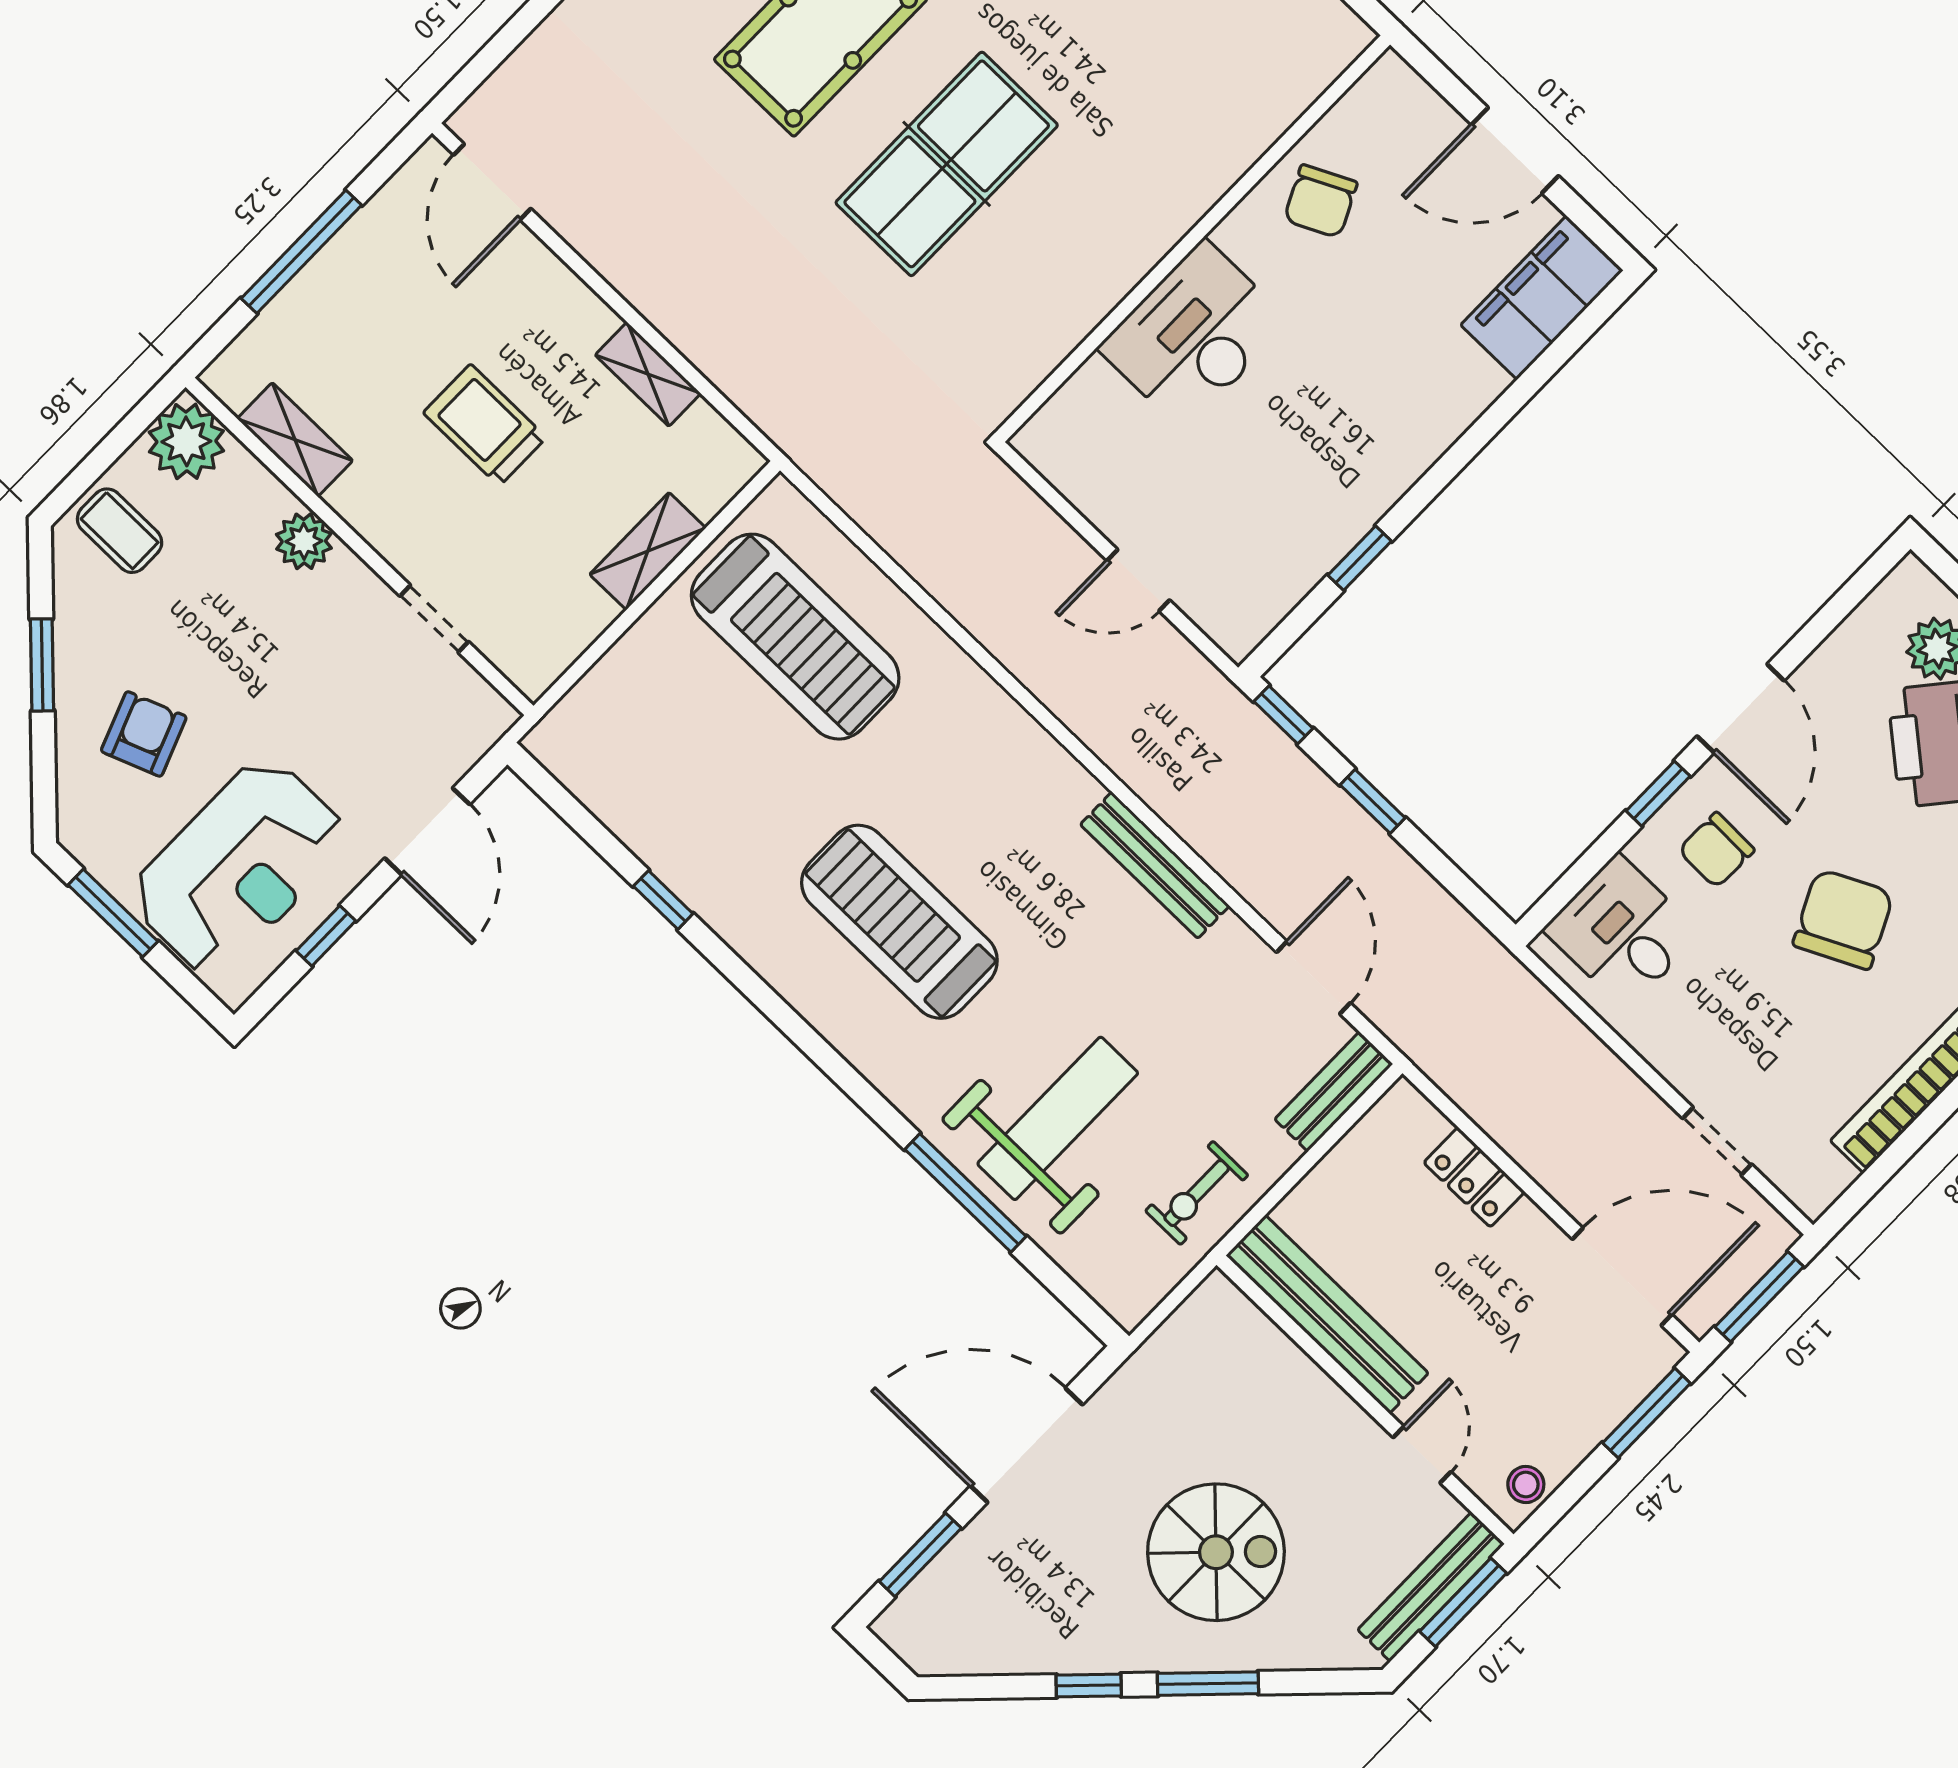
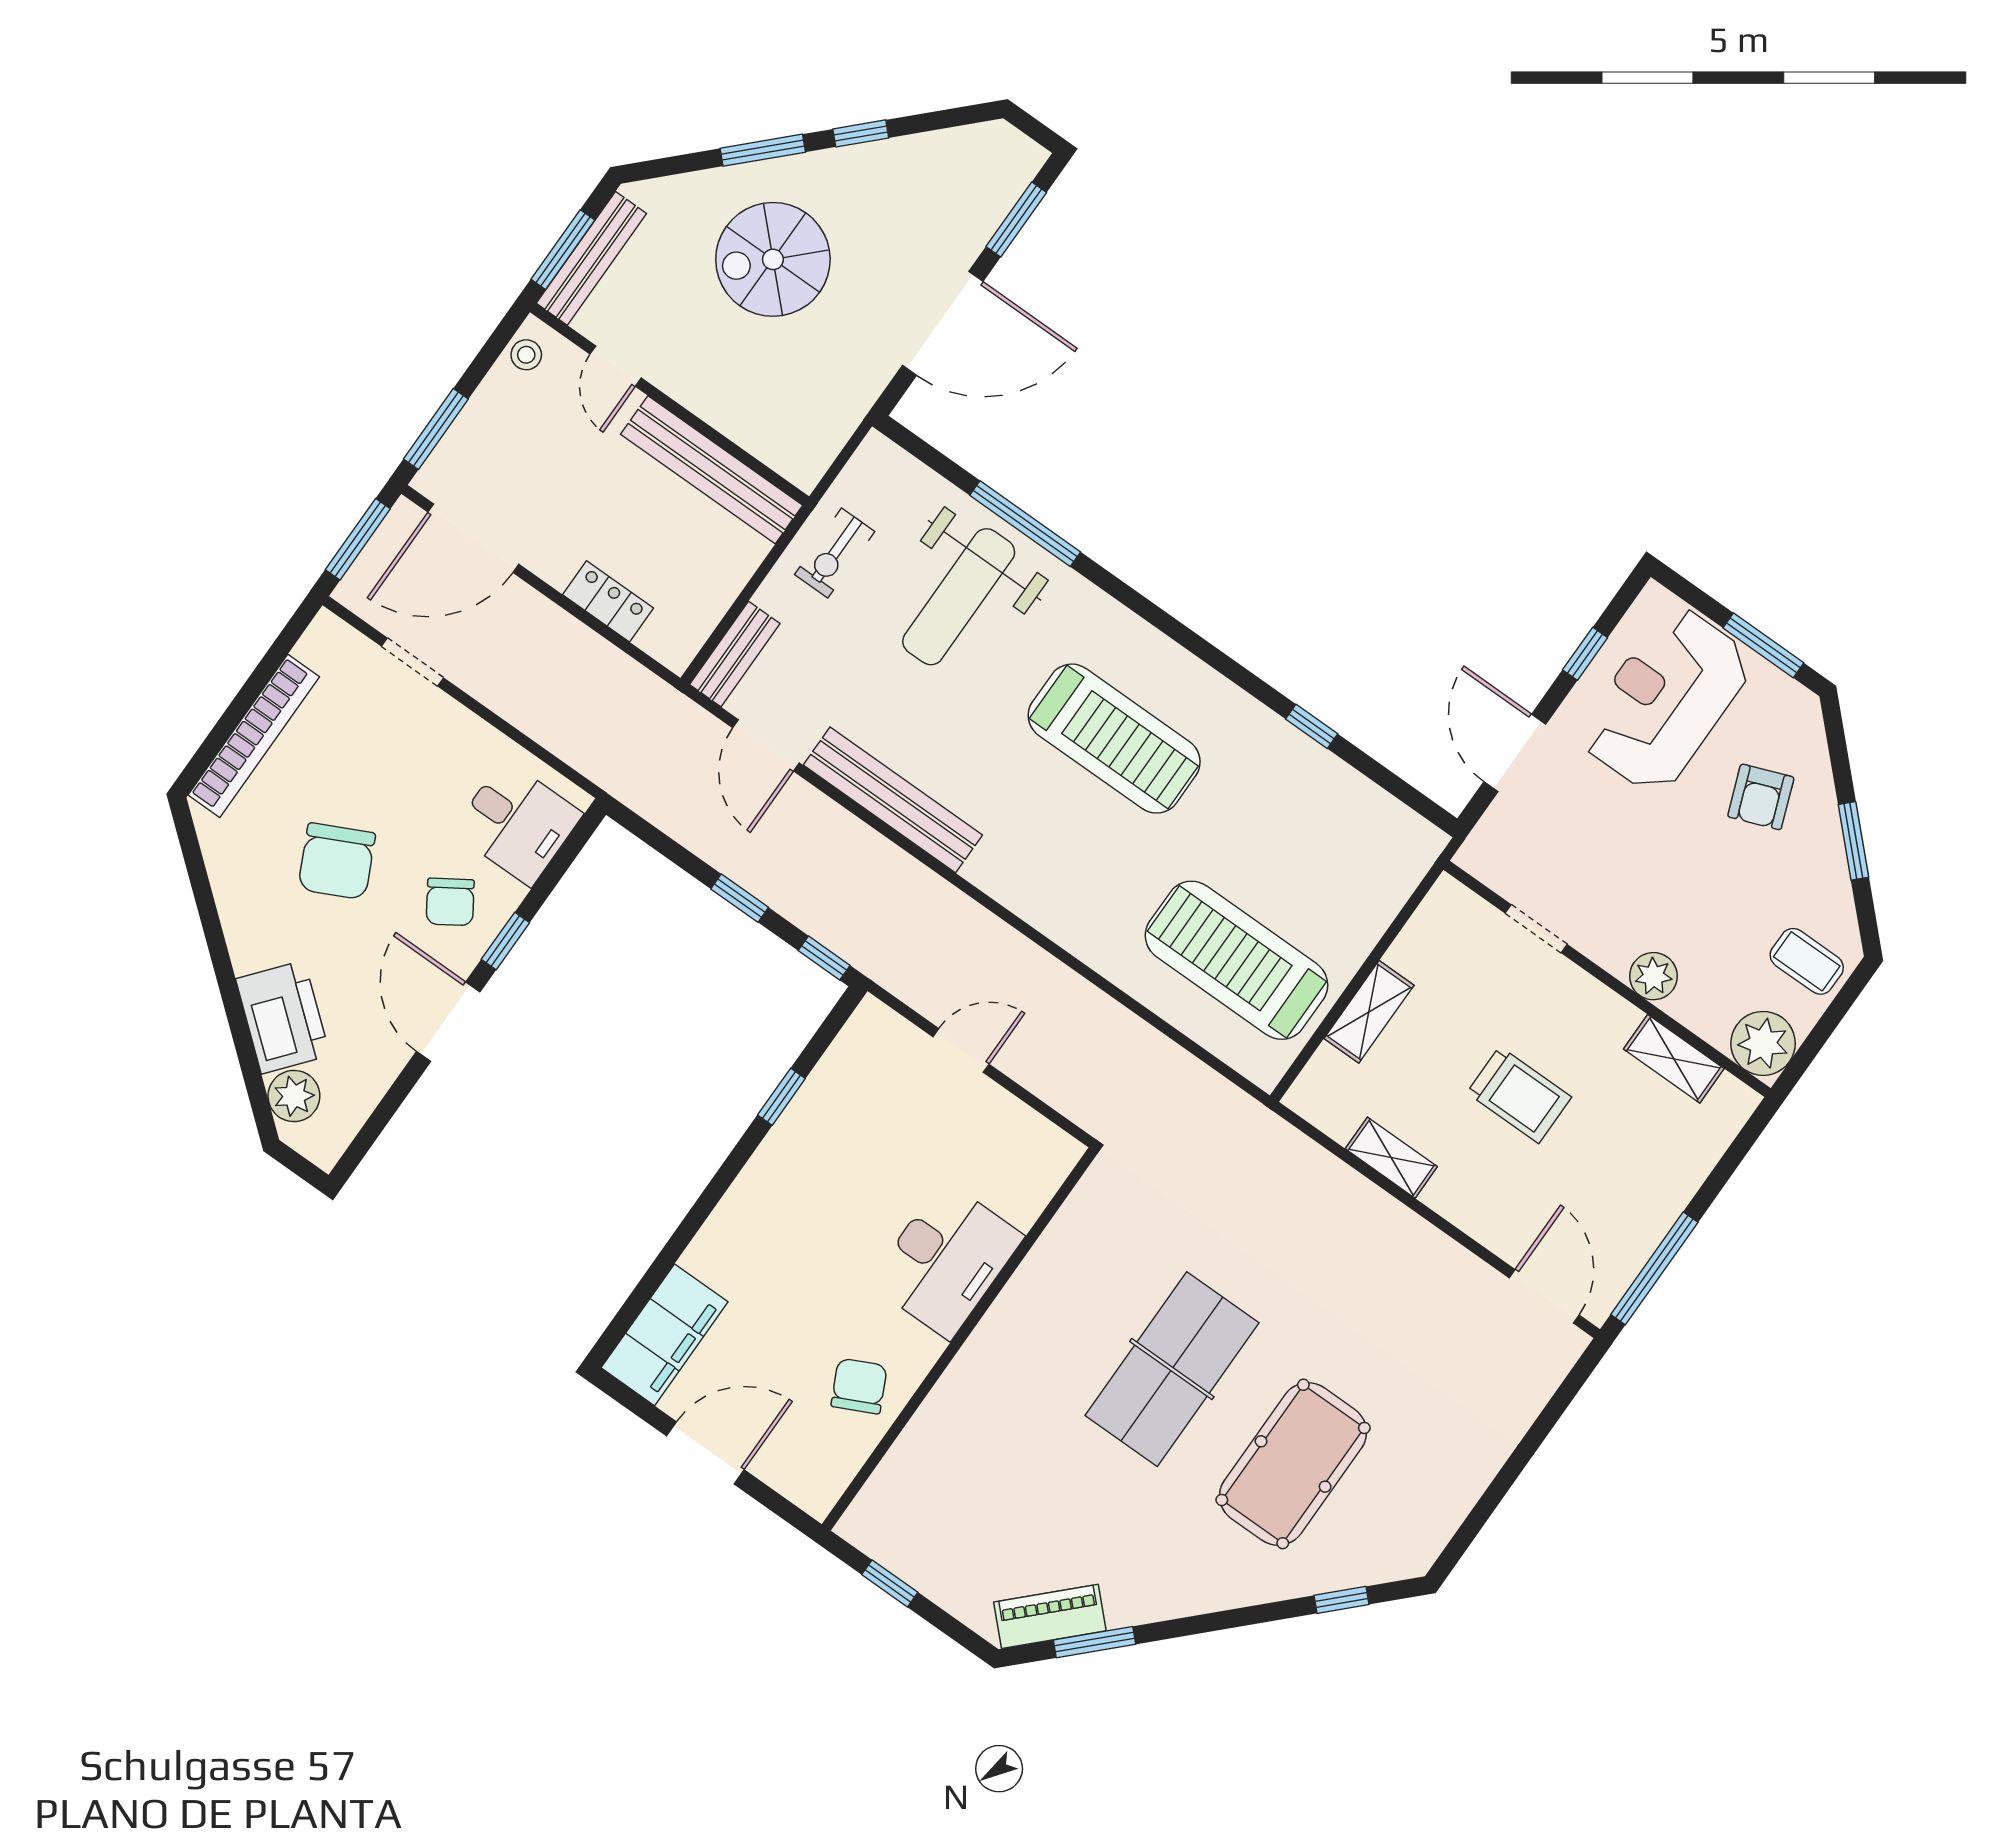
window: (301, 252) -> (1654, 1268), moved
chair: (1716, 850) -> (450, 902), turned 146
bench: (1155, 865) -> (893, 800), width x1.37, depth x1.21
exercise bike: (1197, 1193) -> (835, 553), turned 180

